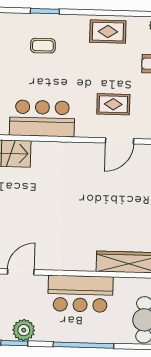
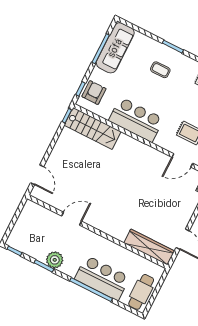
bar counter: (80, 294) -> (102, 278), moved, turned 180

